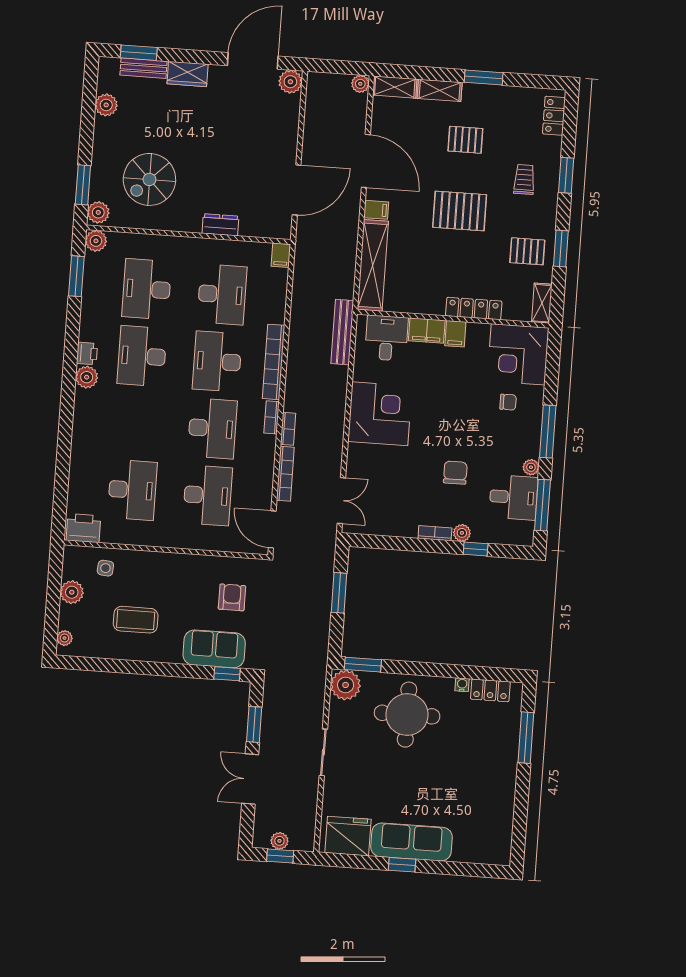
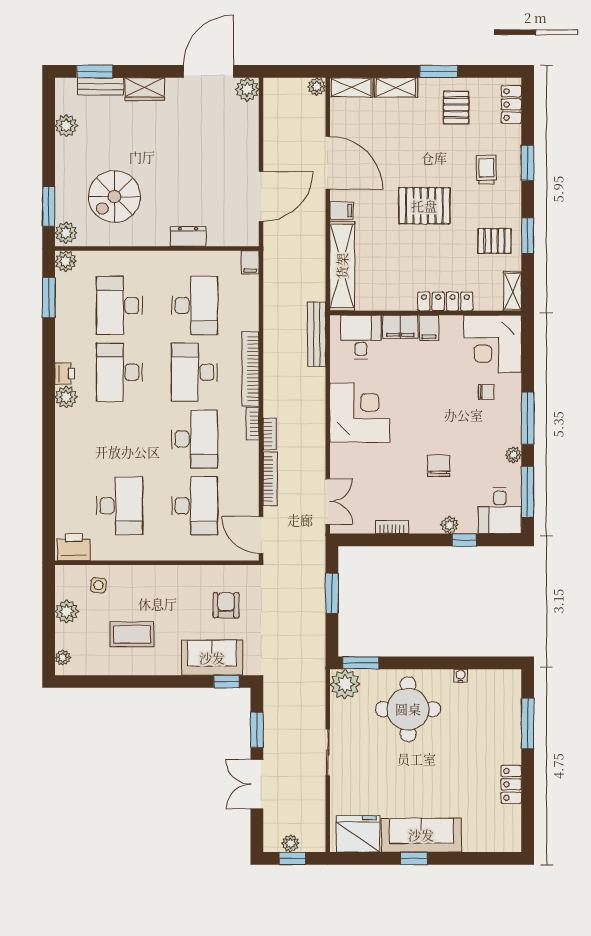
pallet: (465, 140) -> (456, 108), moved, turned 90
desk: (513, 497) -> (500, 511), moved, turned 90
bookcase: (435, 533) -> (392, 527), moved
locker: (490, 690) -> (511, 784), moved, turned 90

